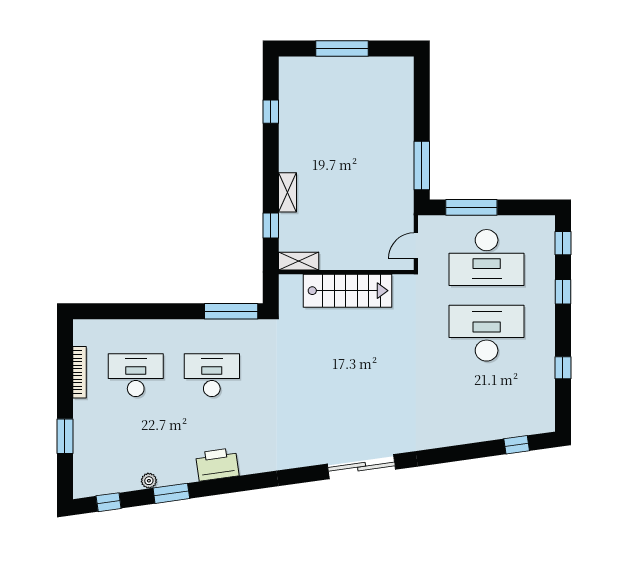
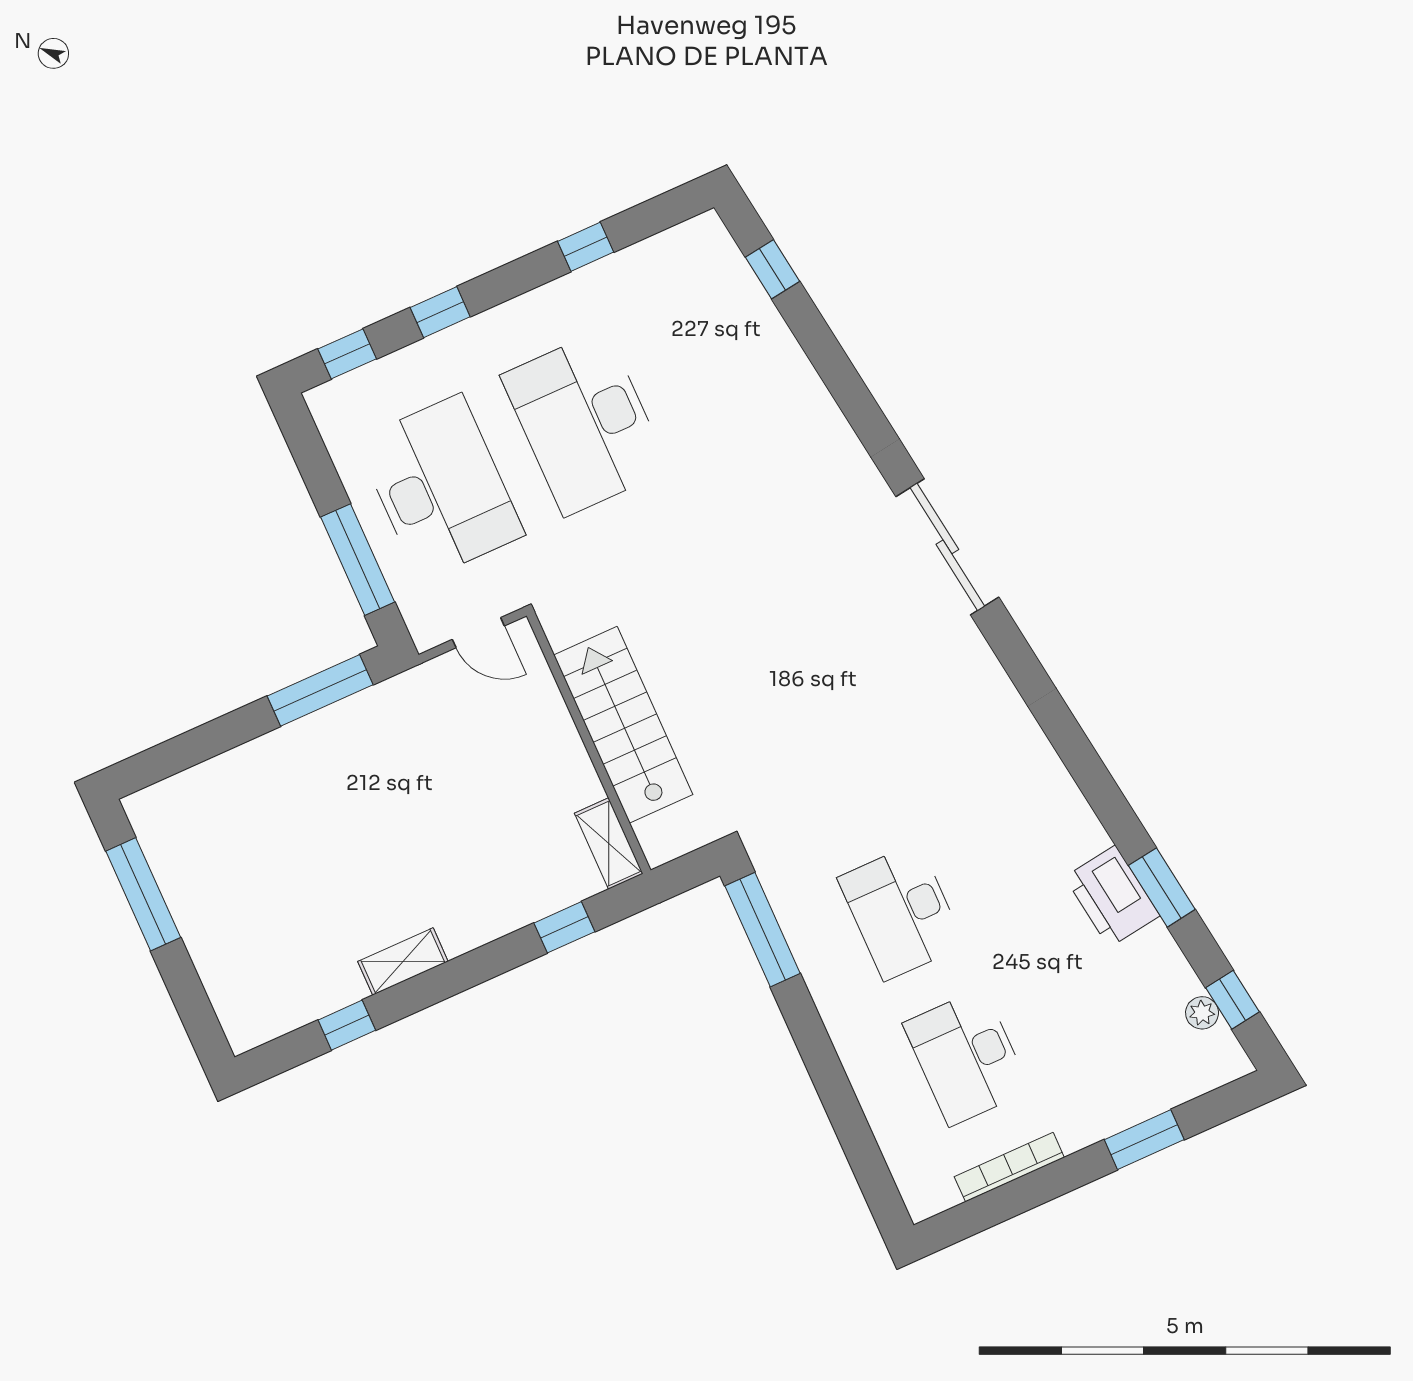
window: (342, 49) -> (143, 894), moved
shelving: (288, 192) -> (403, 961), moved
printer: (217, 464) -> (1112, 896), moved
plant: (149, 481) -> (1202, 1013), moved

